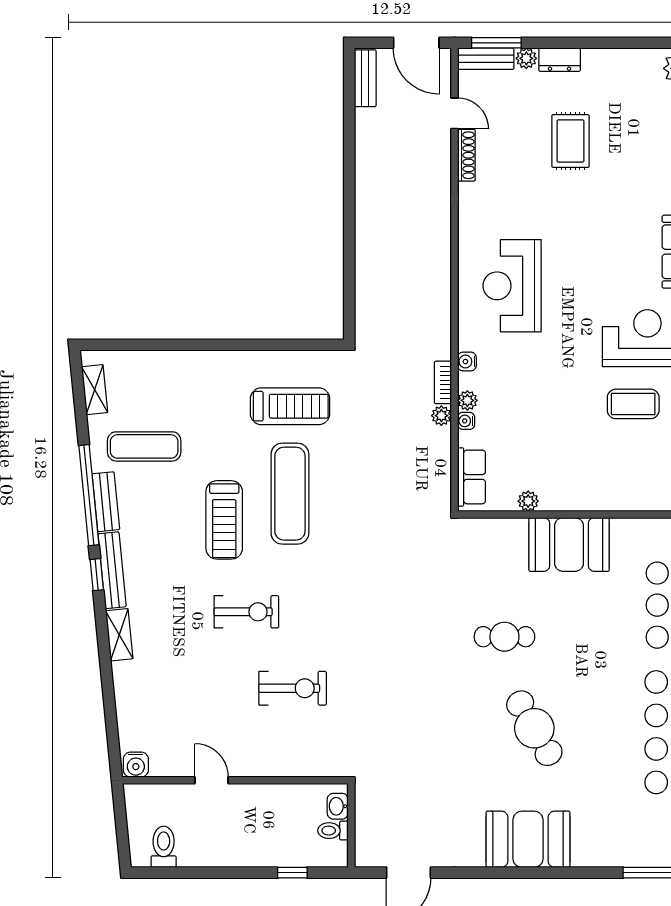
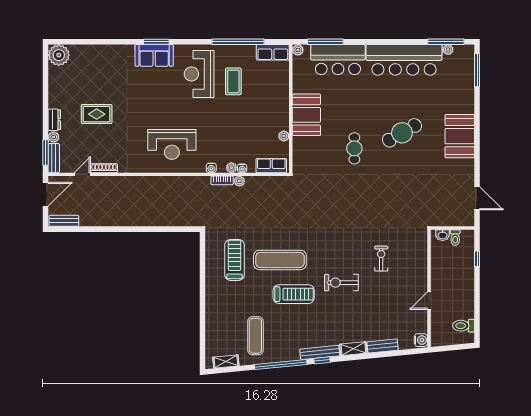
bench: (106, 502) -> (383, 346), moved
exercise bike: (246, 612) -> (341, 283), turned -90
exercise bike: (293, 688) -> (381, 259), width x0.73, depth x0.72

